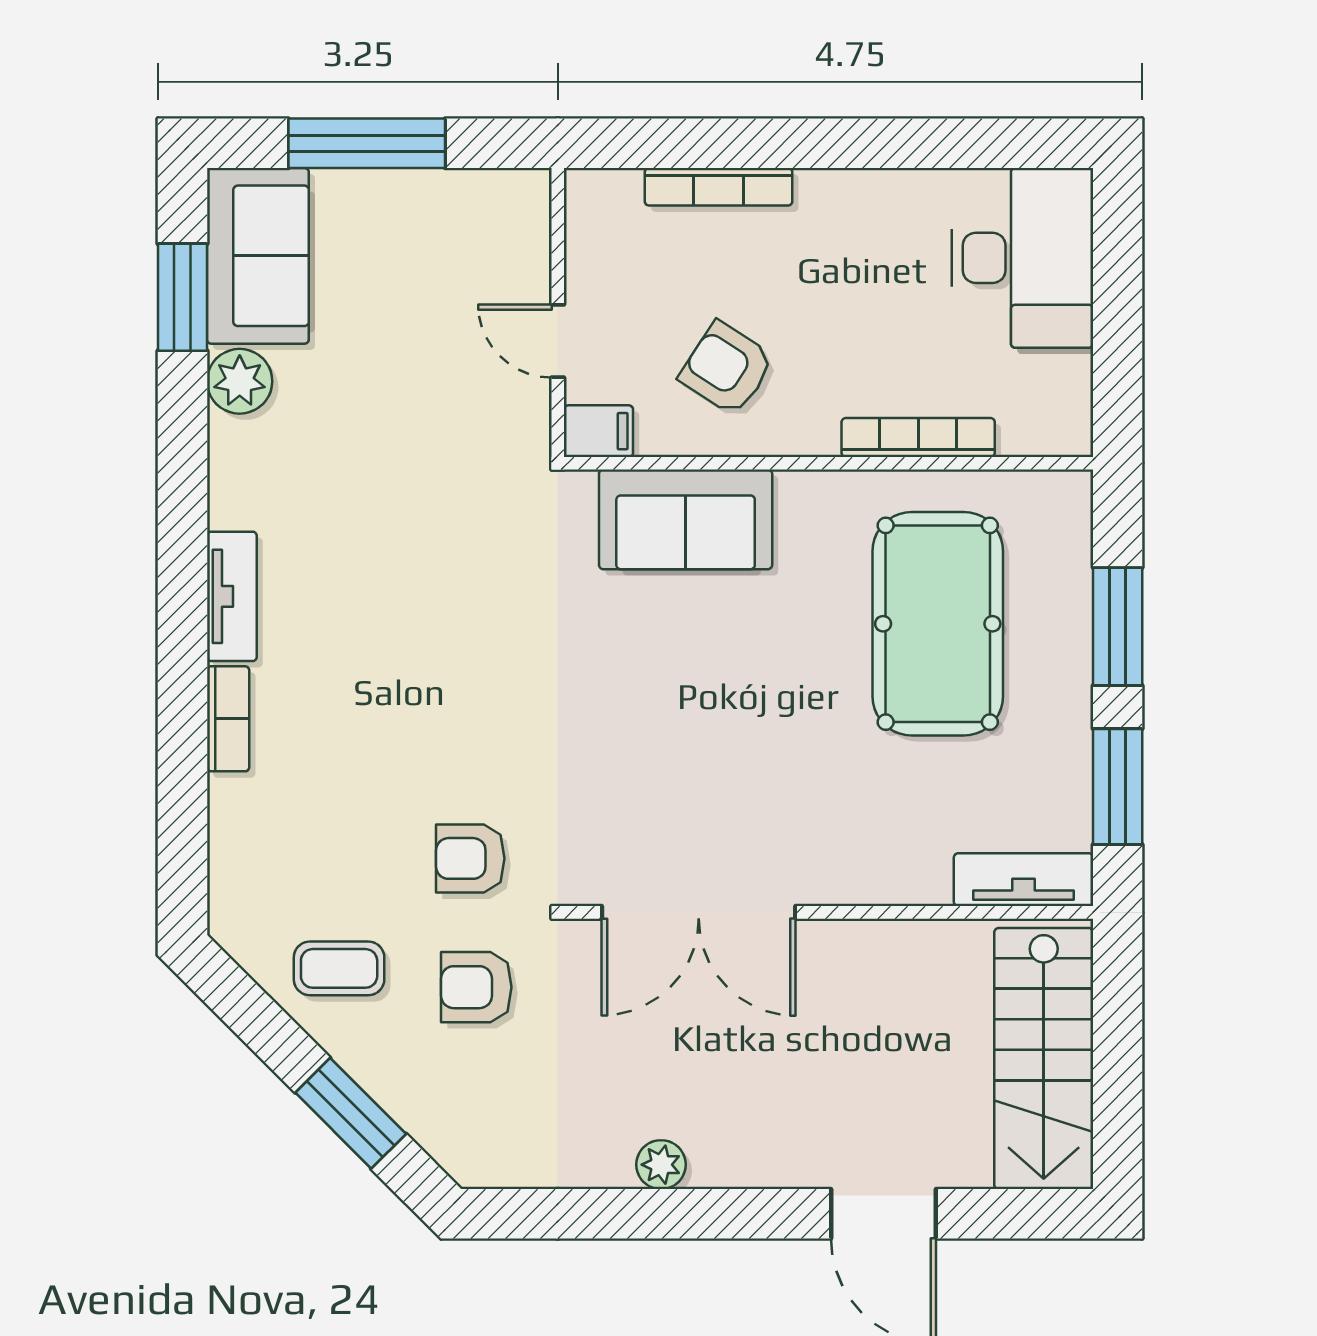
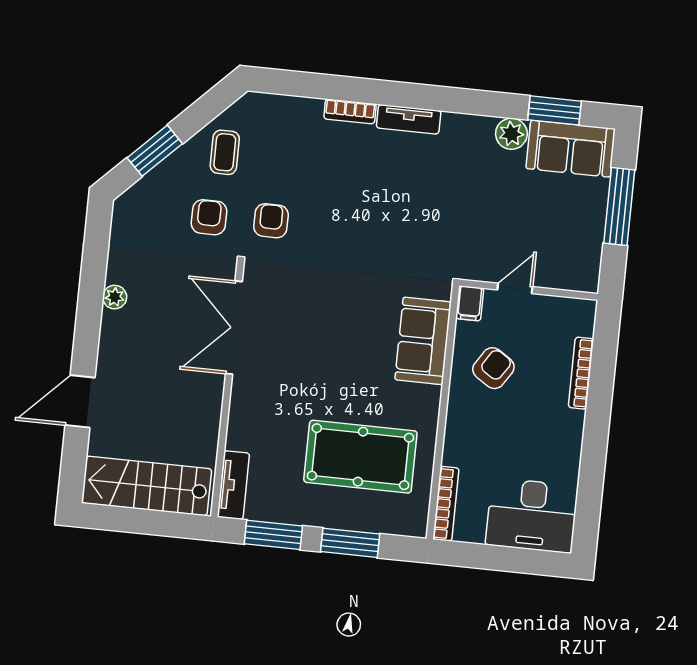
bookcase: (918, 437) -> (446, 504), moved

